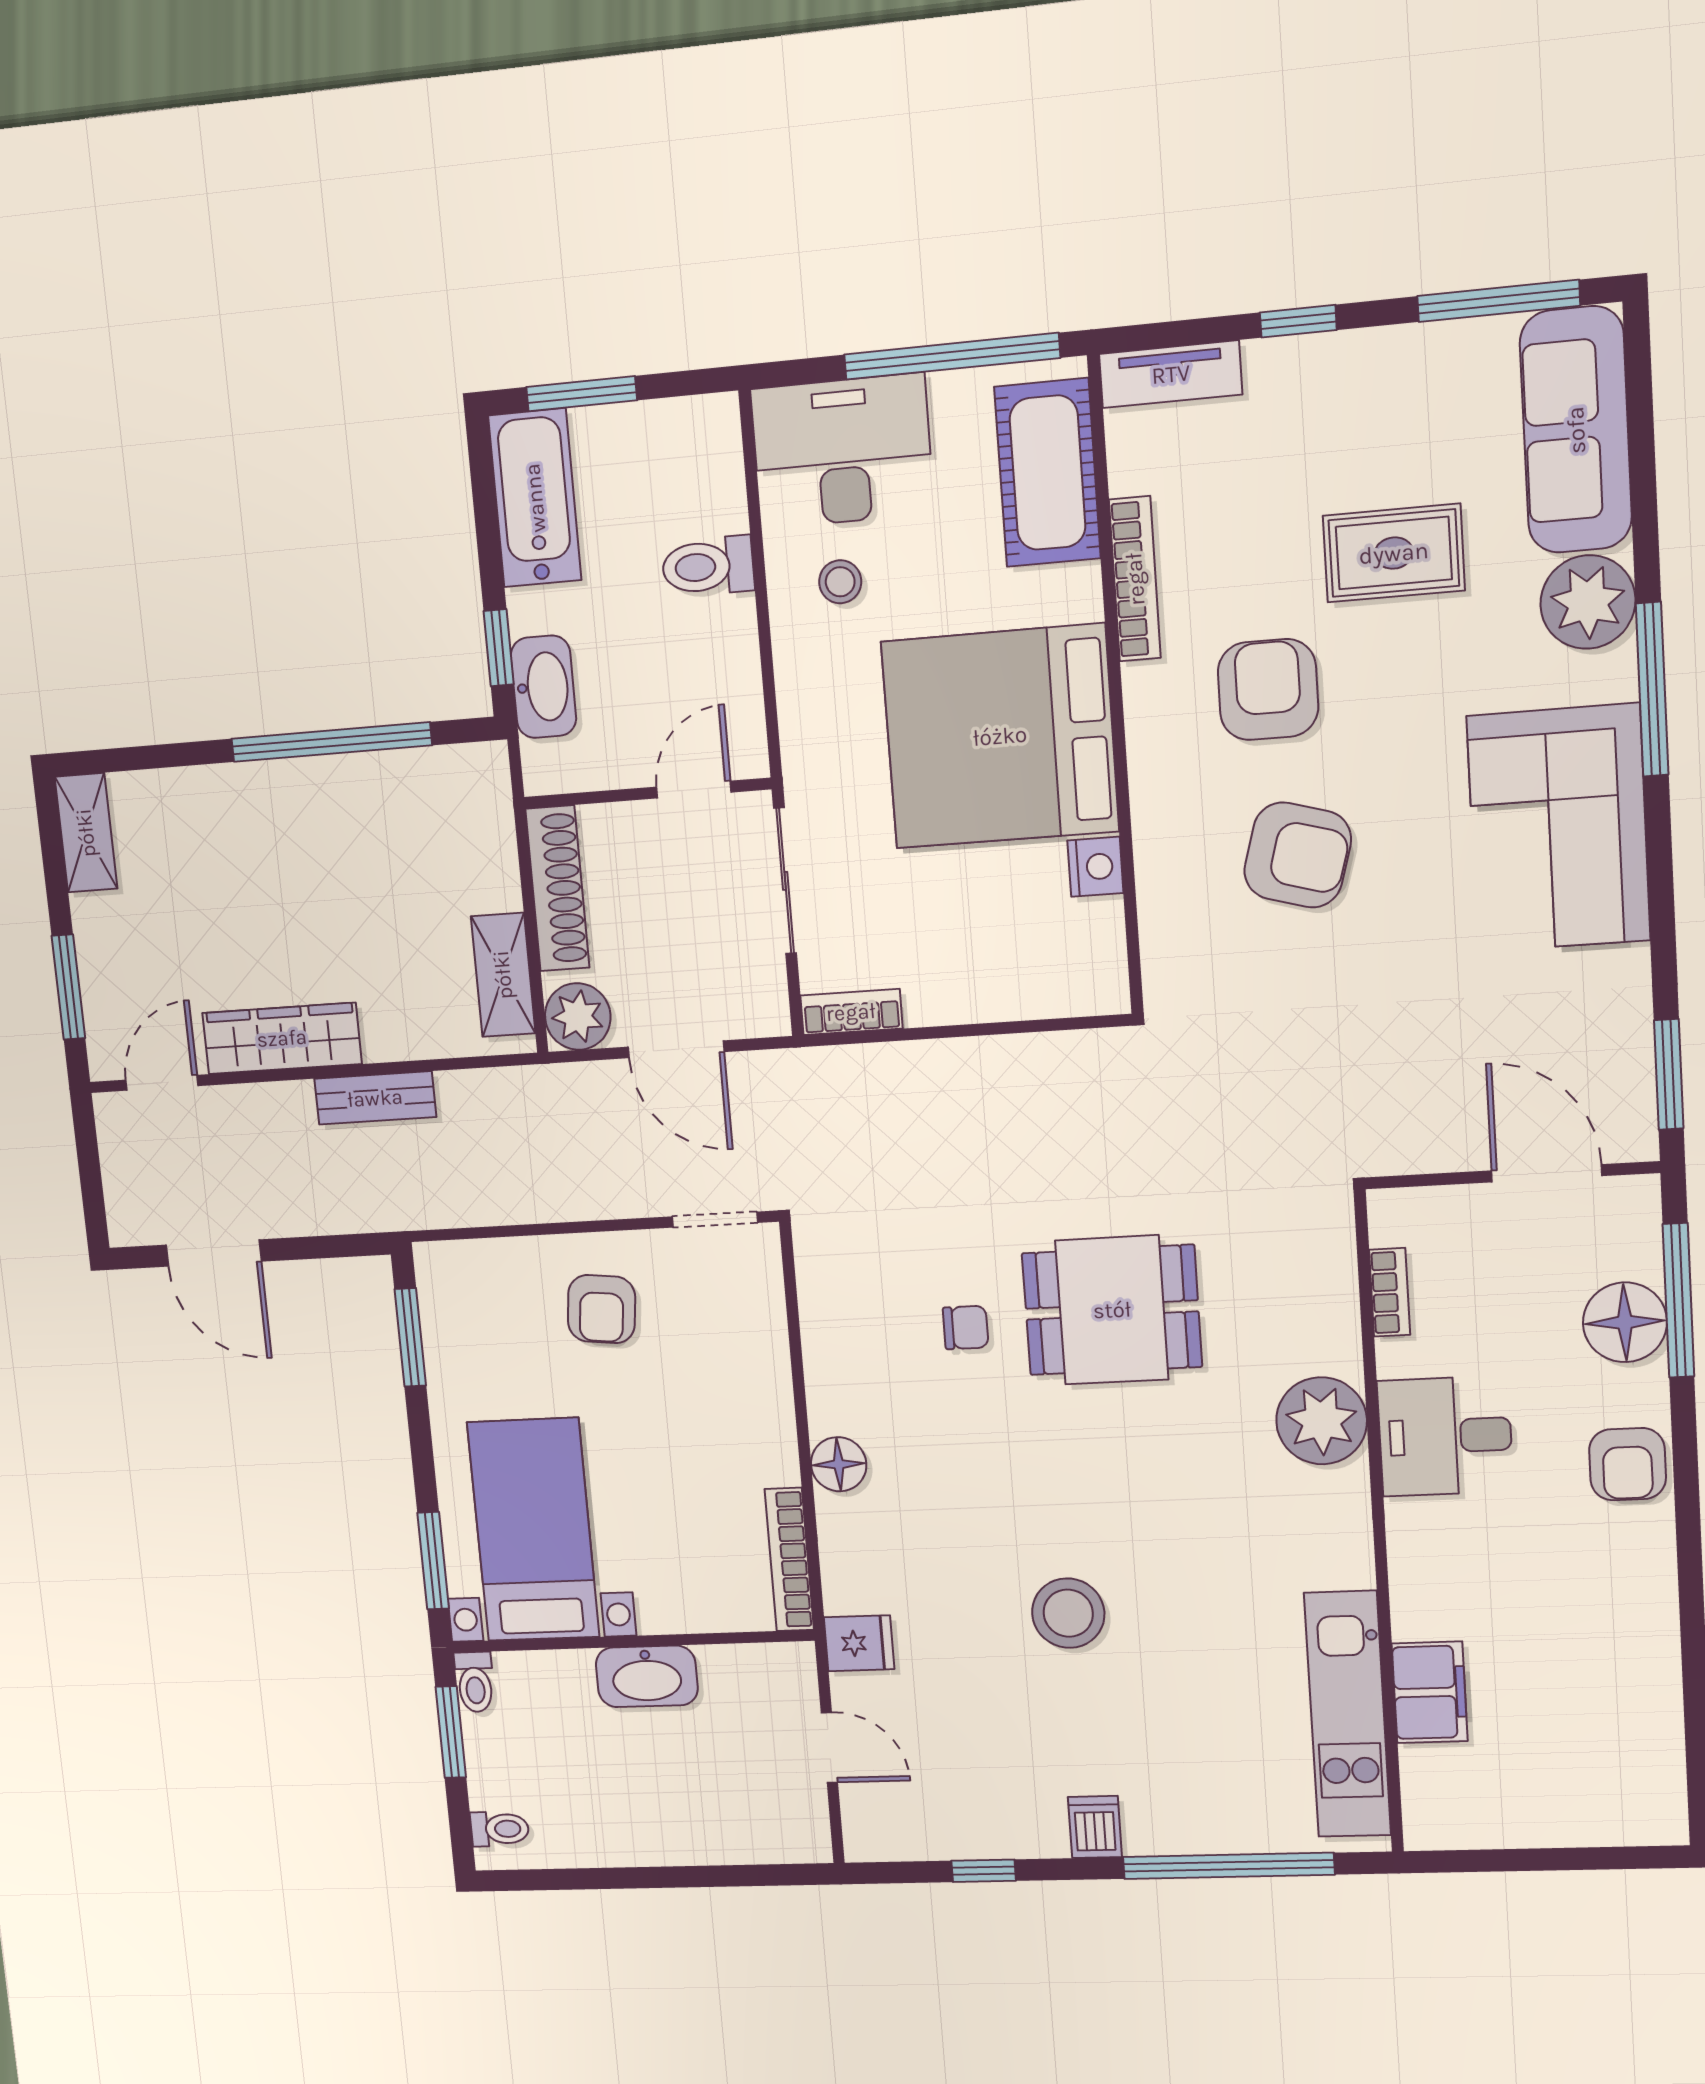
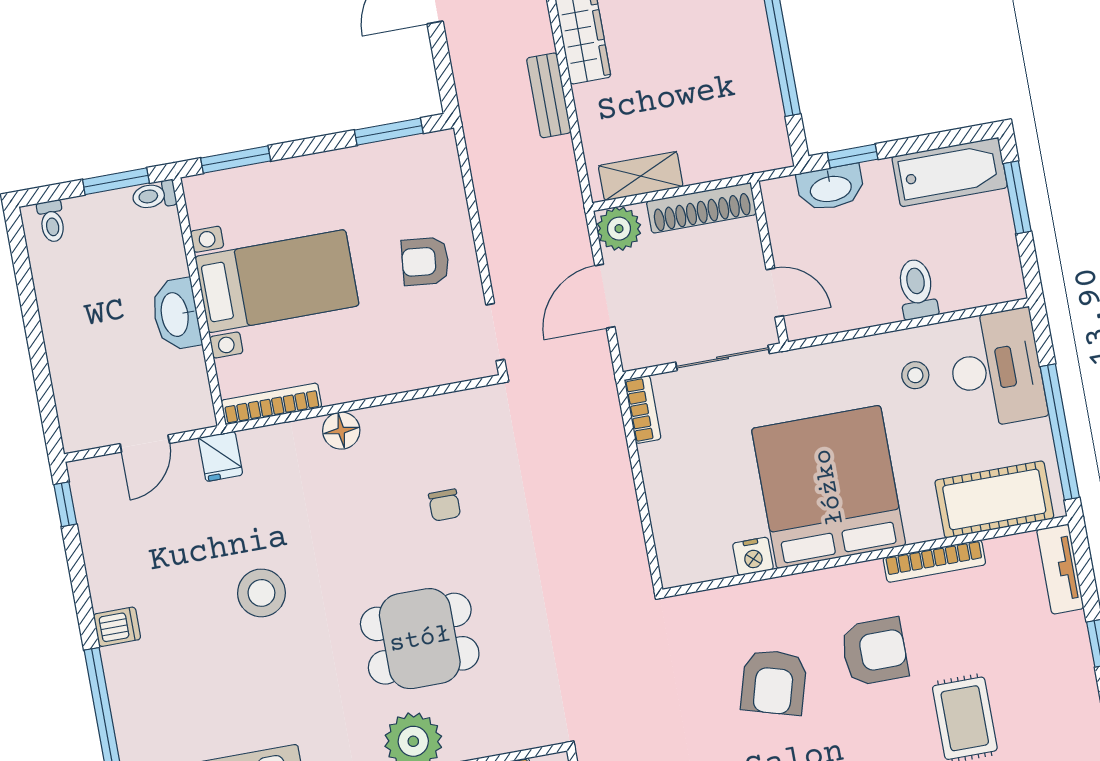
dining table: (1112, 1310) -> (420, 639), moved, turned 90
bed with nightstands: (533, 1530) -> (277, 281), moved
window: (984, 1871) -> (65, 504), moved

